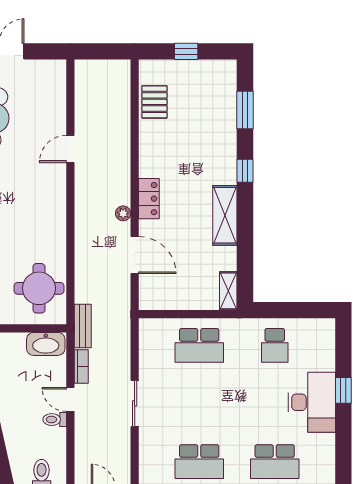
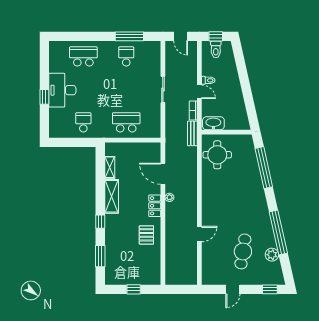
pallet: (154, 102) -> (146, 235), moved
shelving: (228, 291) -> (110, 167), moved
school desk: (199, 462) -> (126, 56), width x0.54

